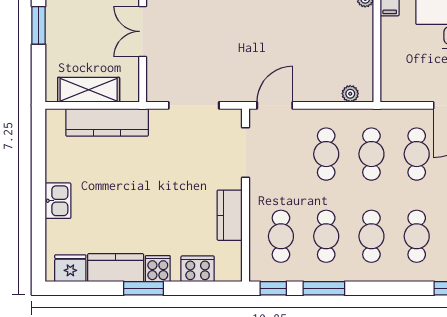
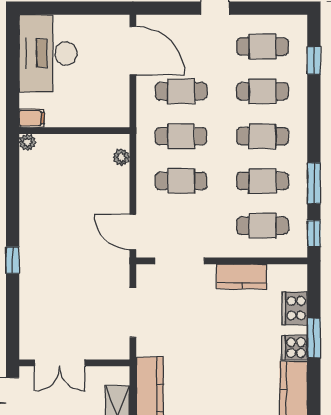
window: (143, 288) -> (314, 338), moved

